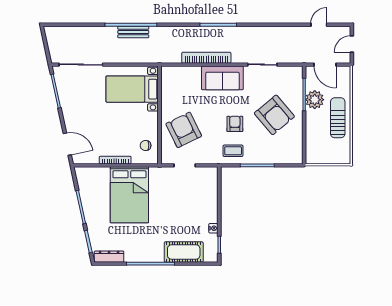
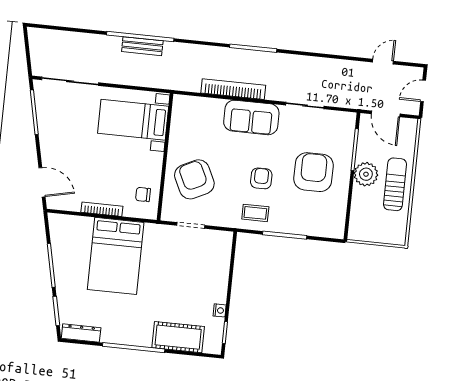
plant: (315, 100) -> (366, 174), moved
armchair: (274, 115) -> (313, 172), turned -140

